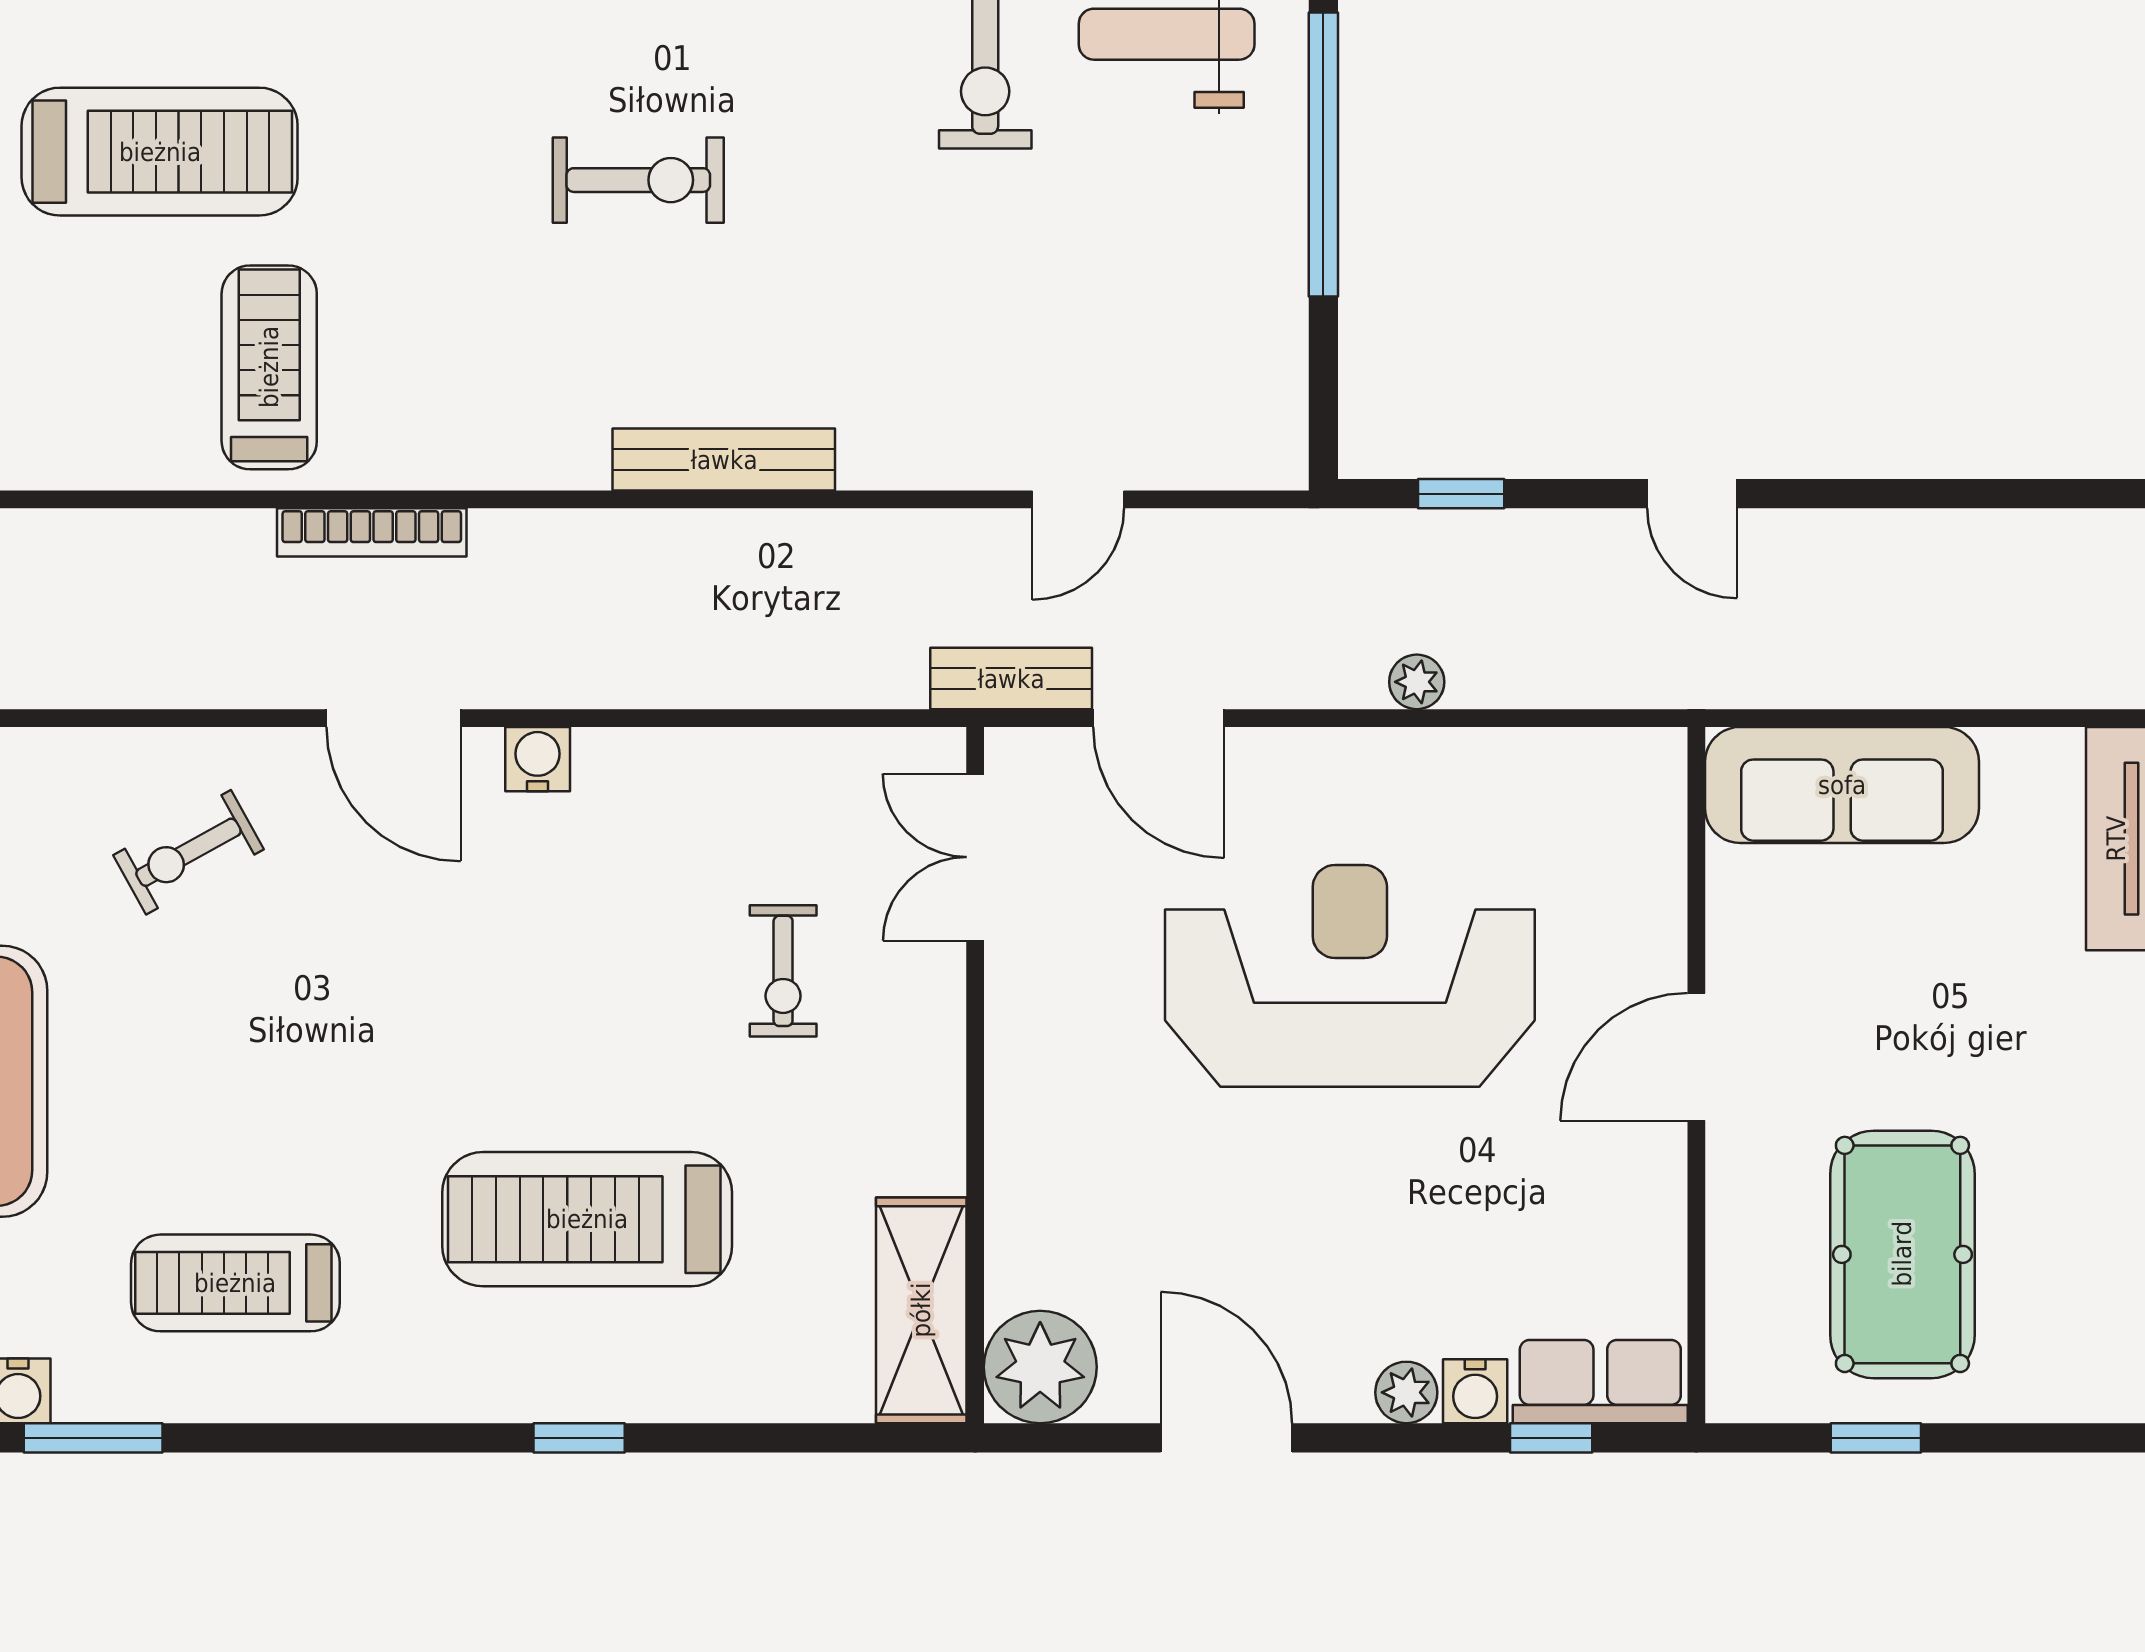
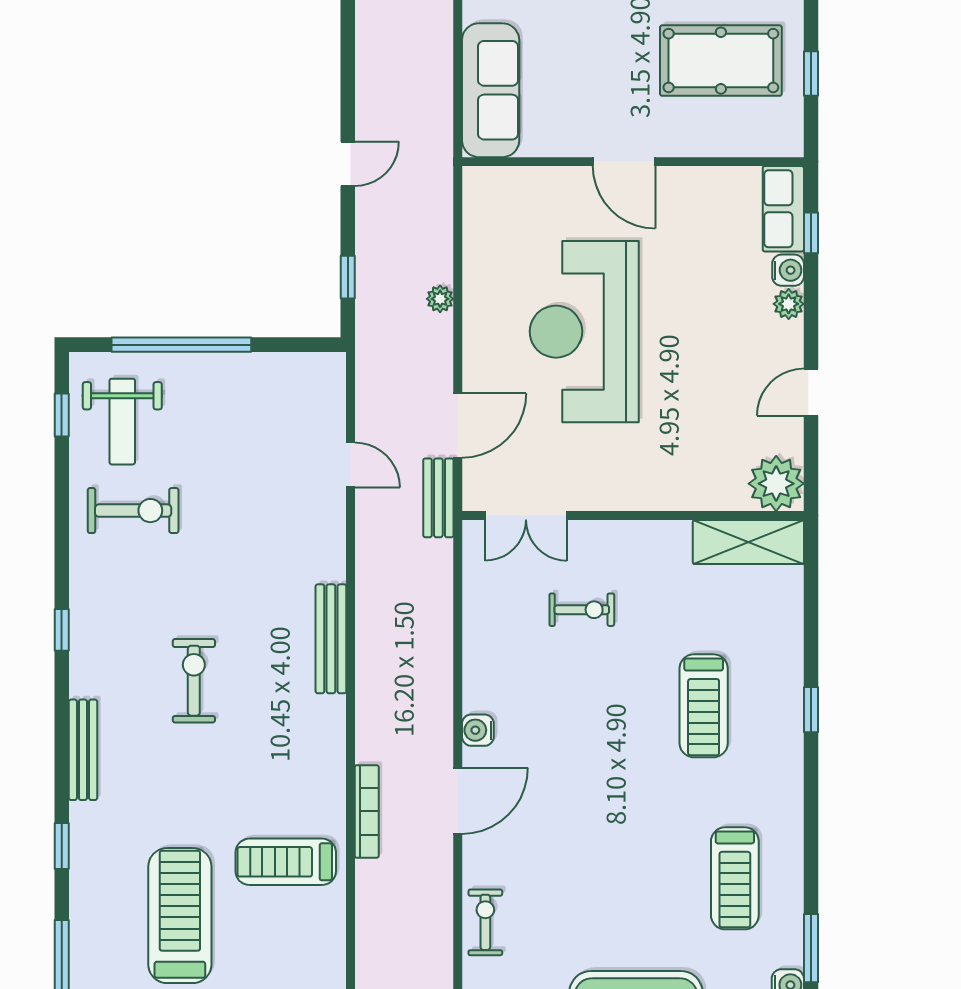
exercise bike: (188, 852) -> (485, 922), moved, turned -151
treadmill: (587, 1219) -> (704, 706), width x0.73, depth x0.73
door: (1226, 1438) -> (811, 392), width x0.73

